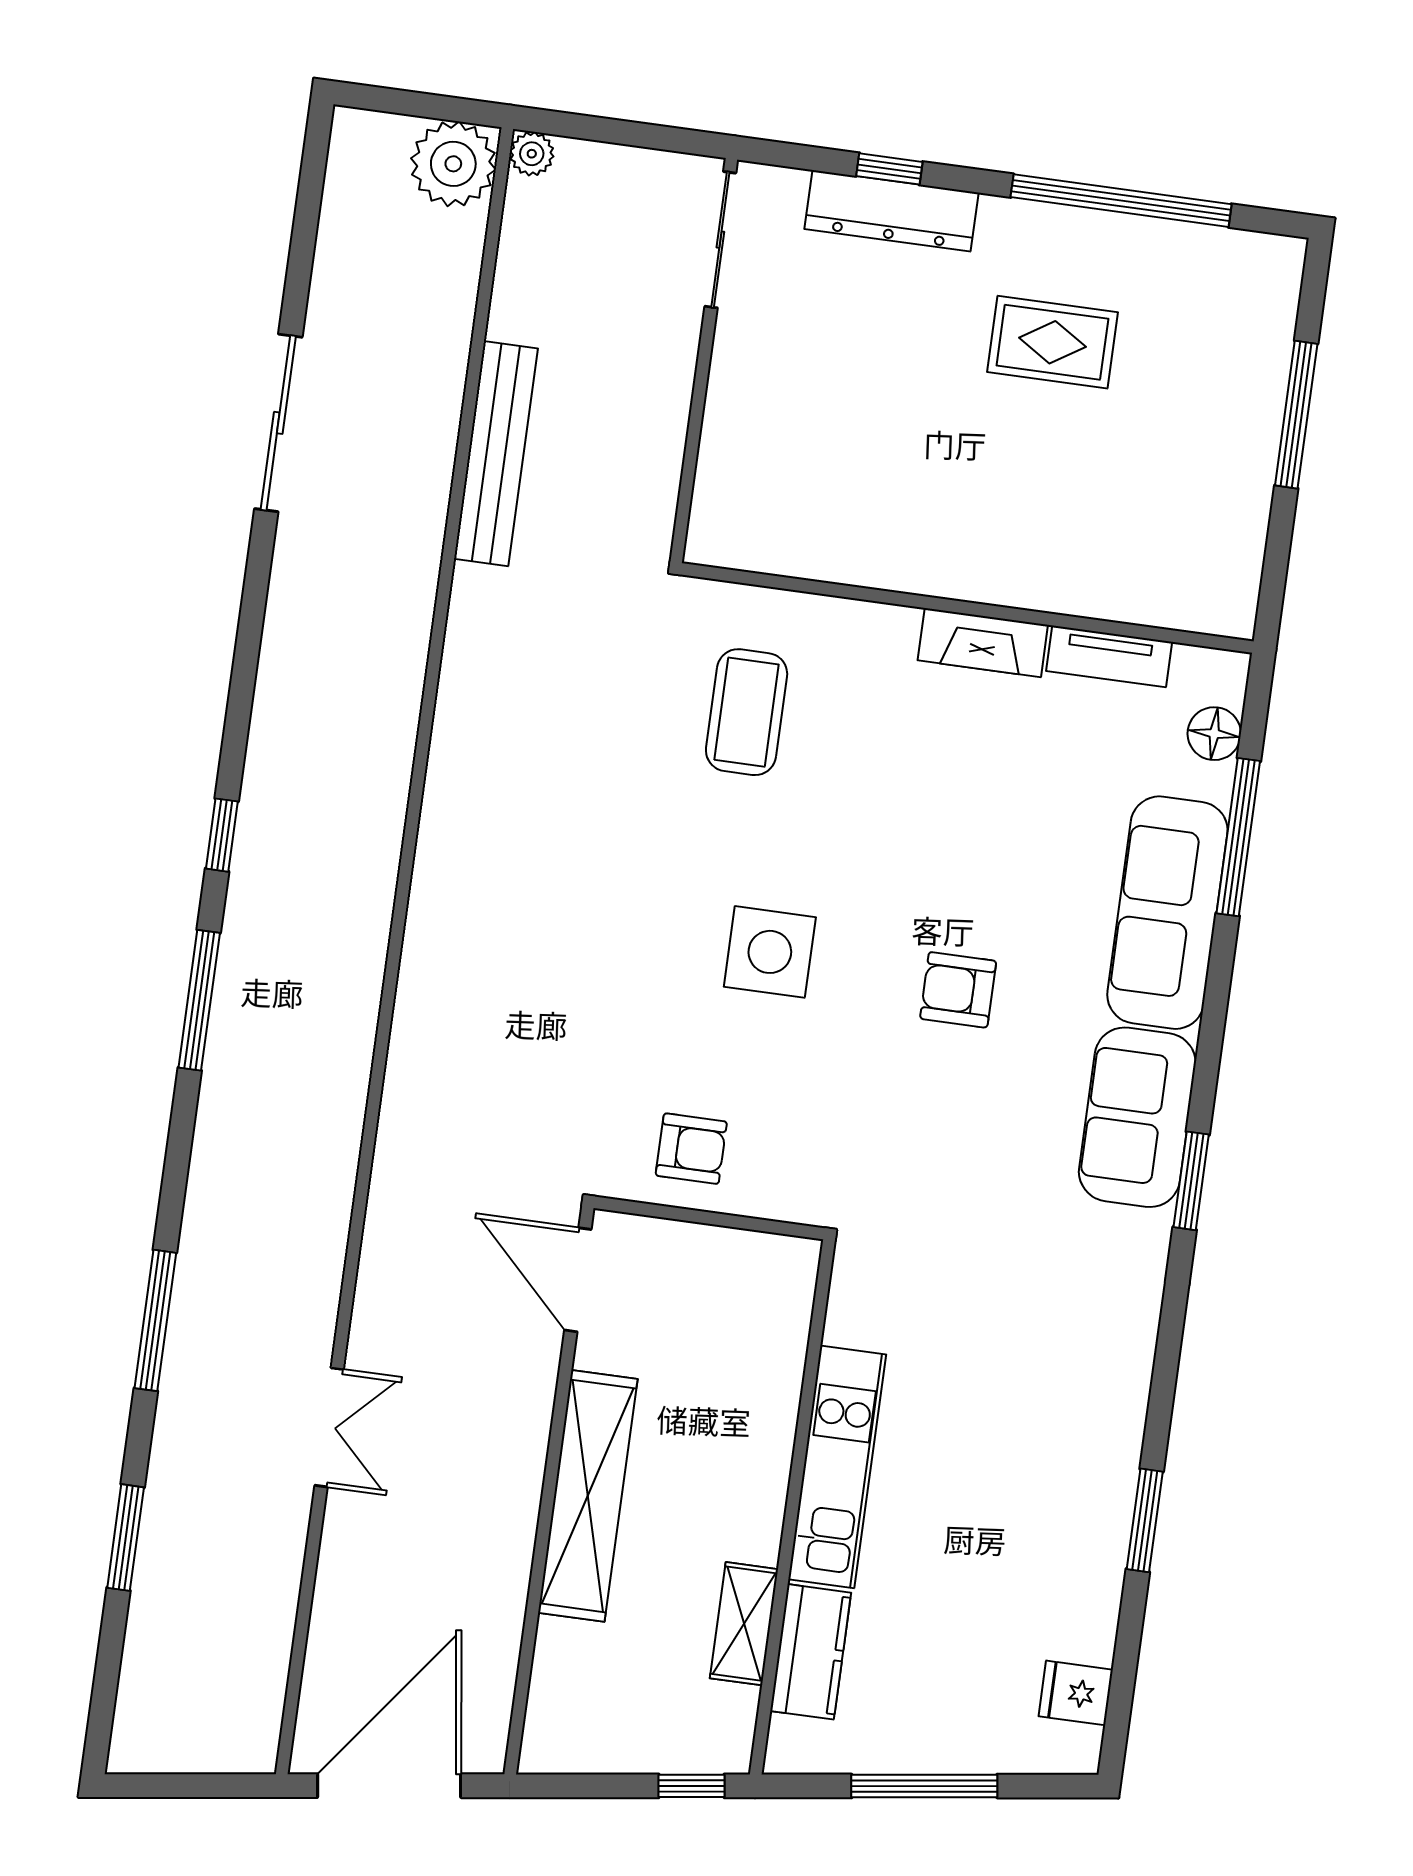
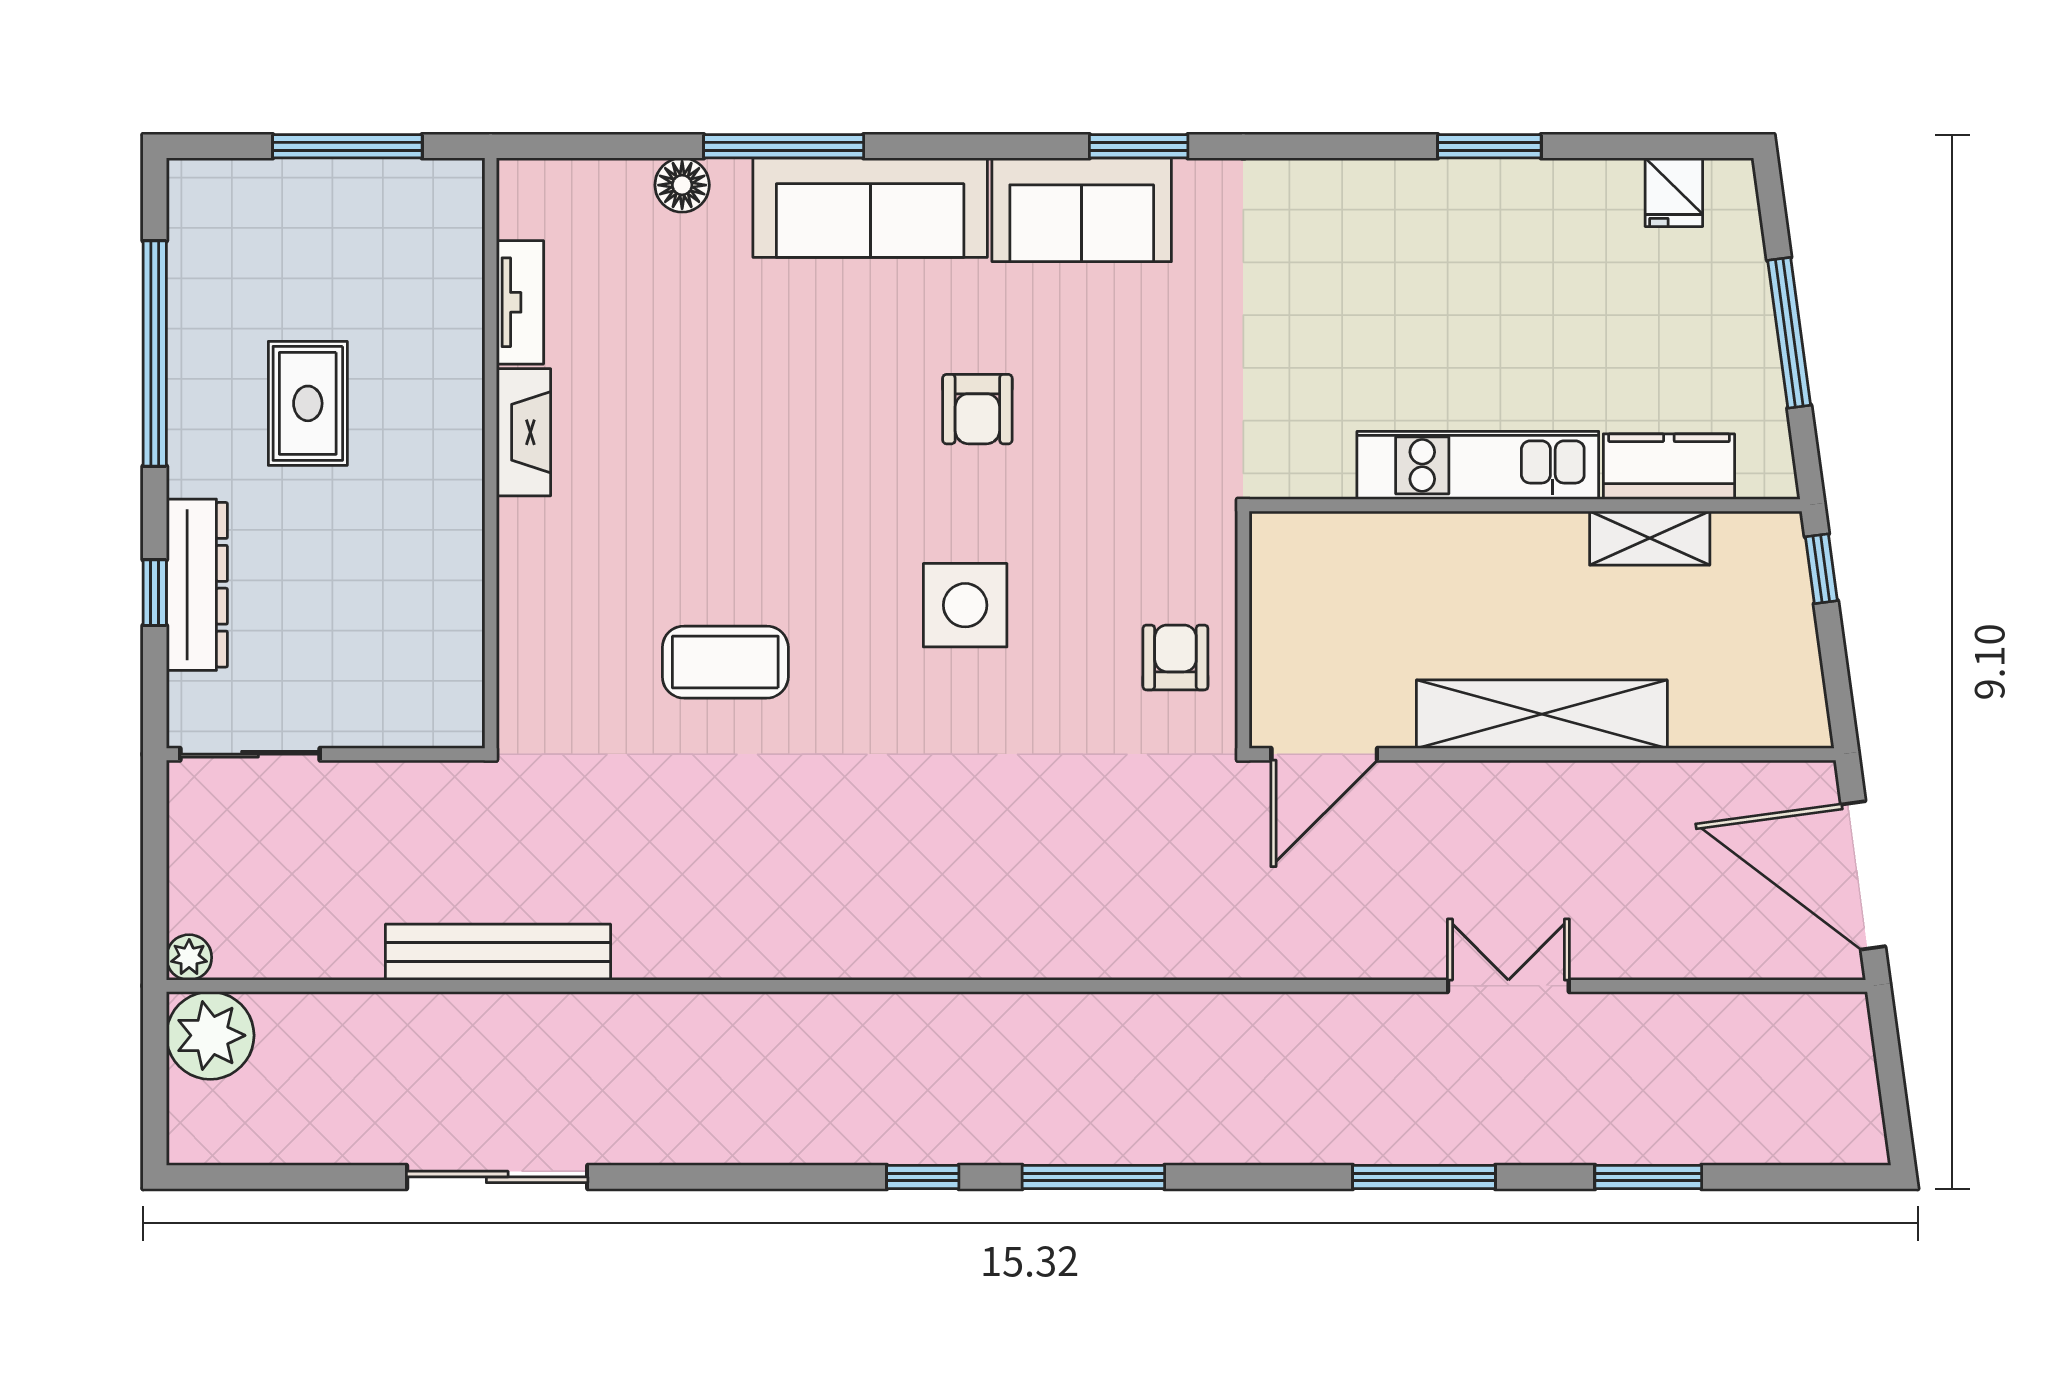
wall: (967, 608) -> (491, 453), moved
fireplace: (983, 643) -> (524, 432), moved
tv unit: (1109, 656) -> (520, 302), moved

